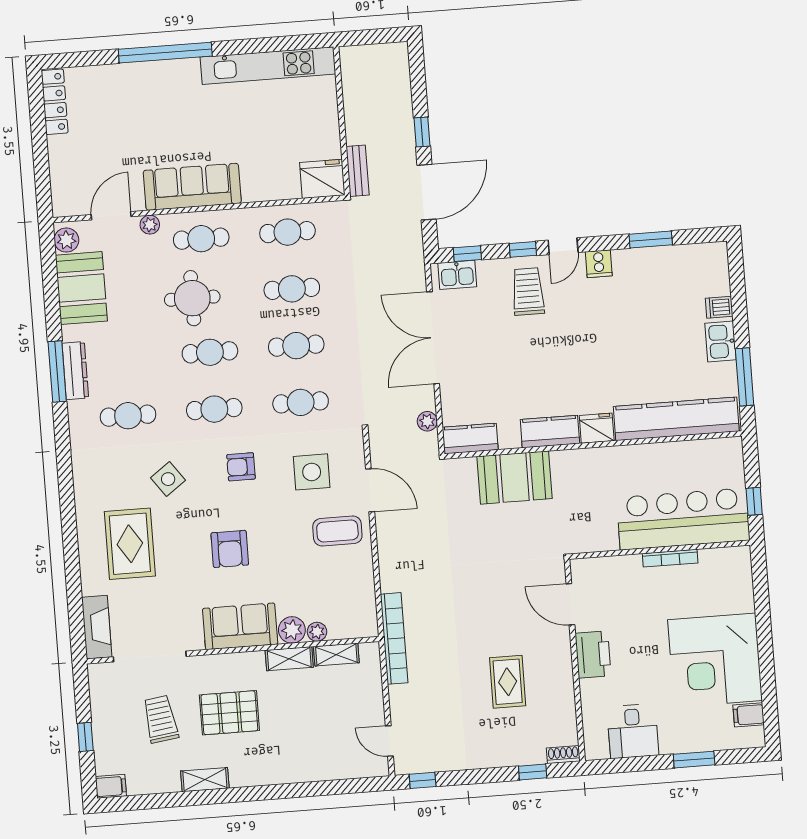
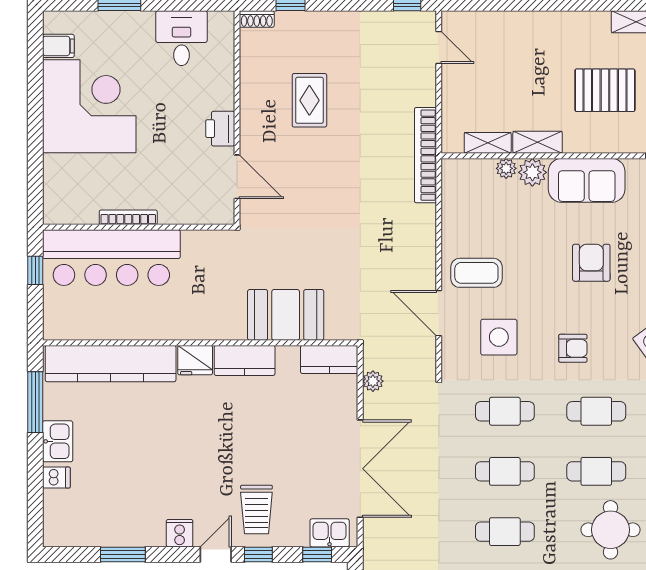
printer: (593, 654) -> (220, 129), width x0.73, depth x0.84

